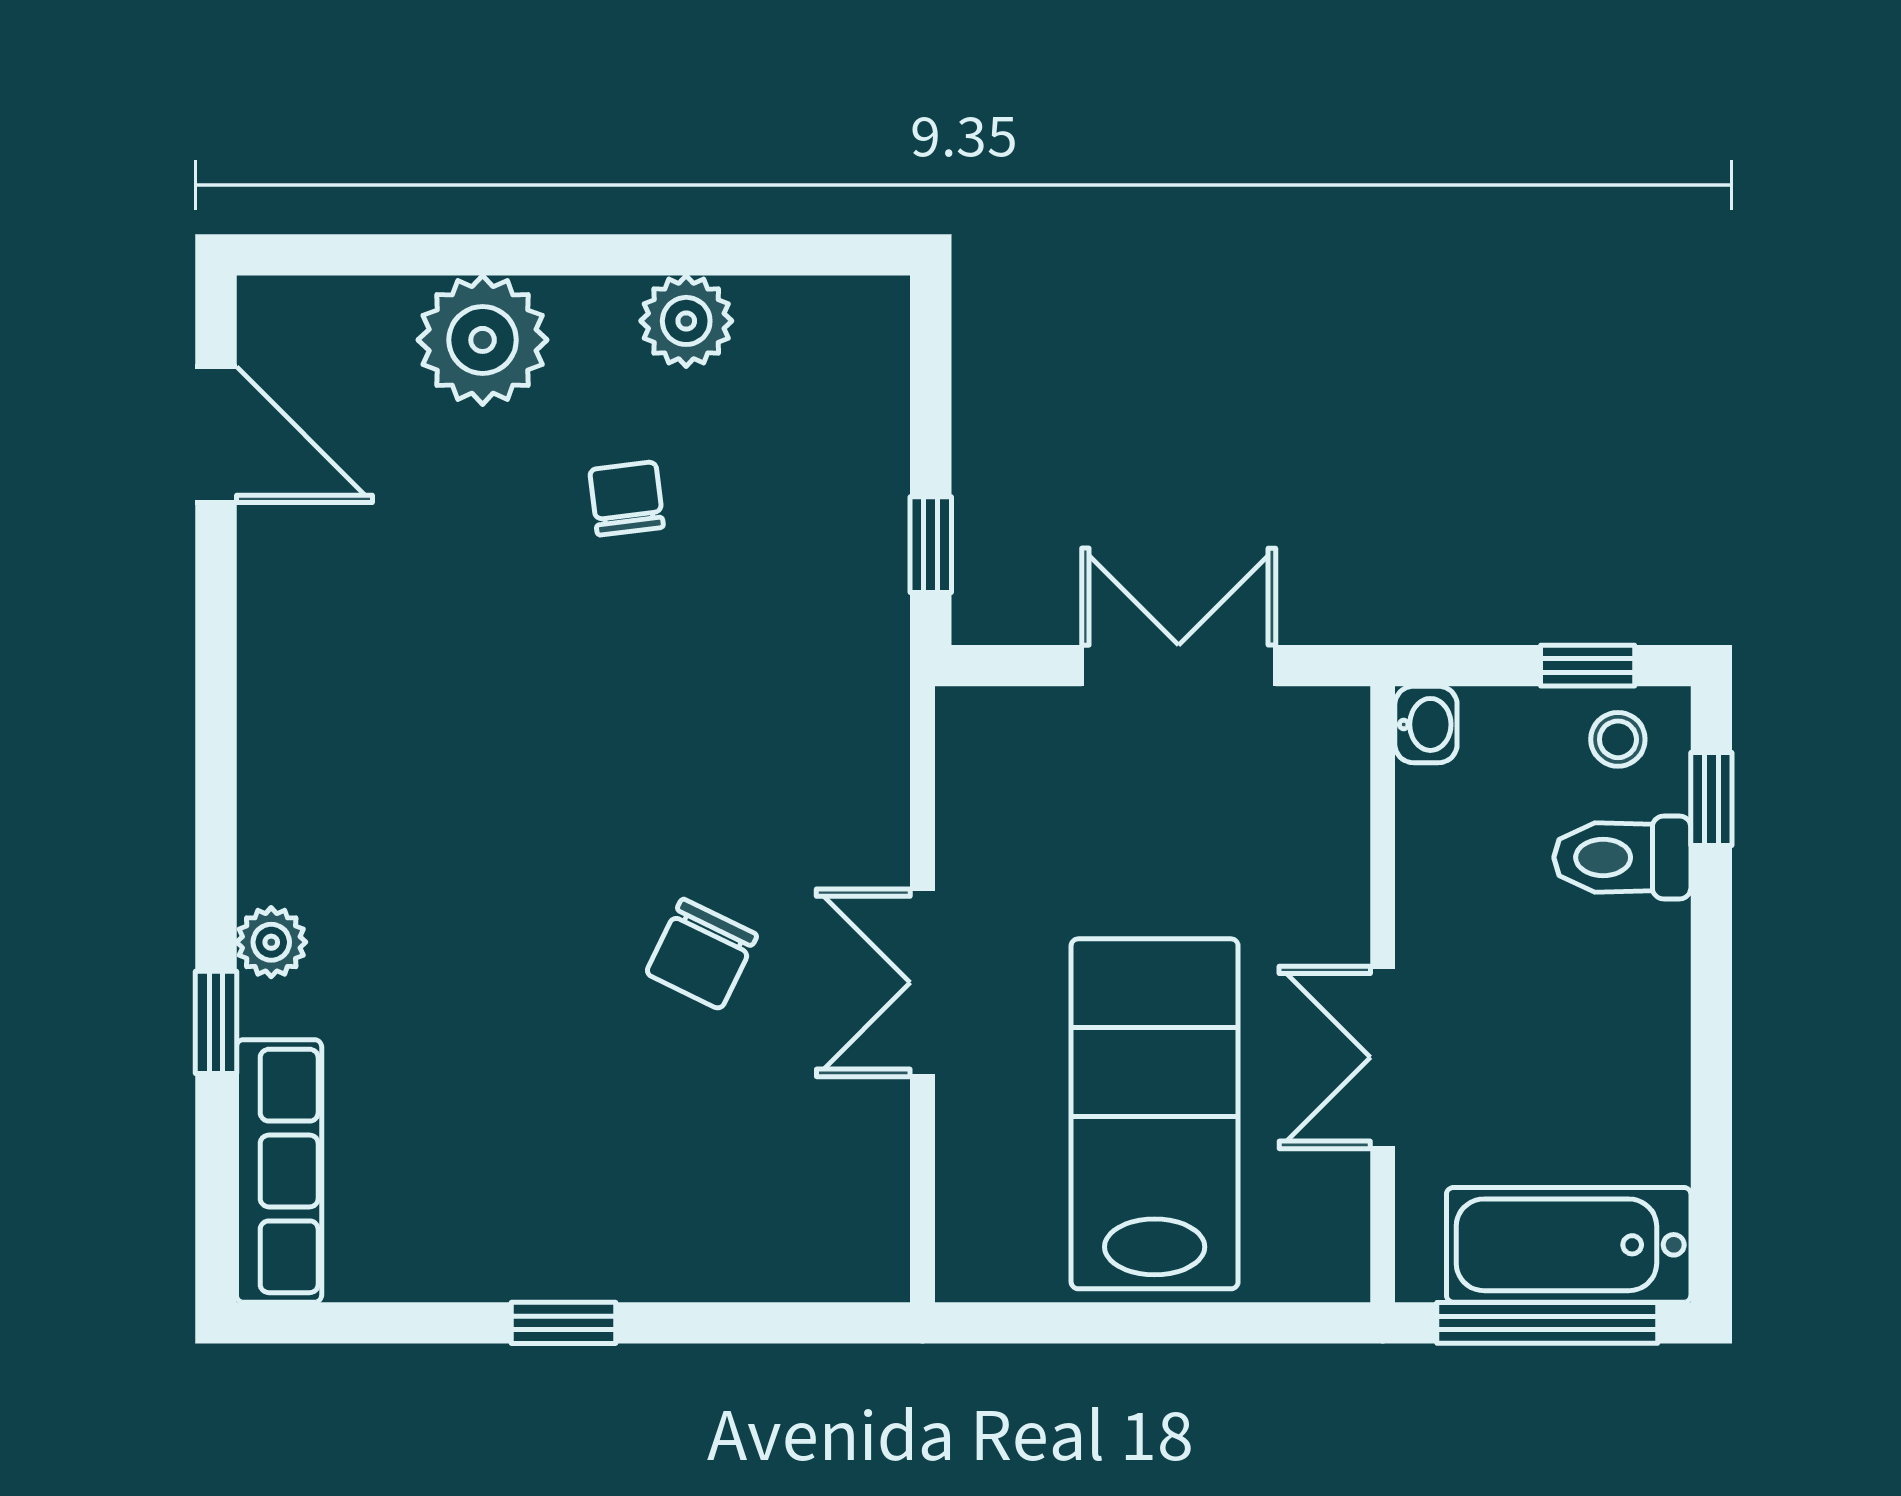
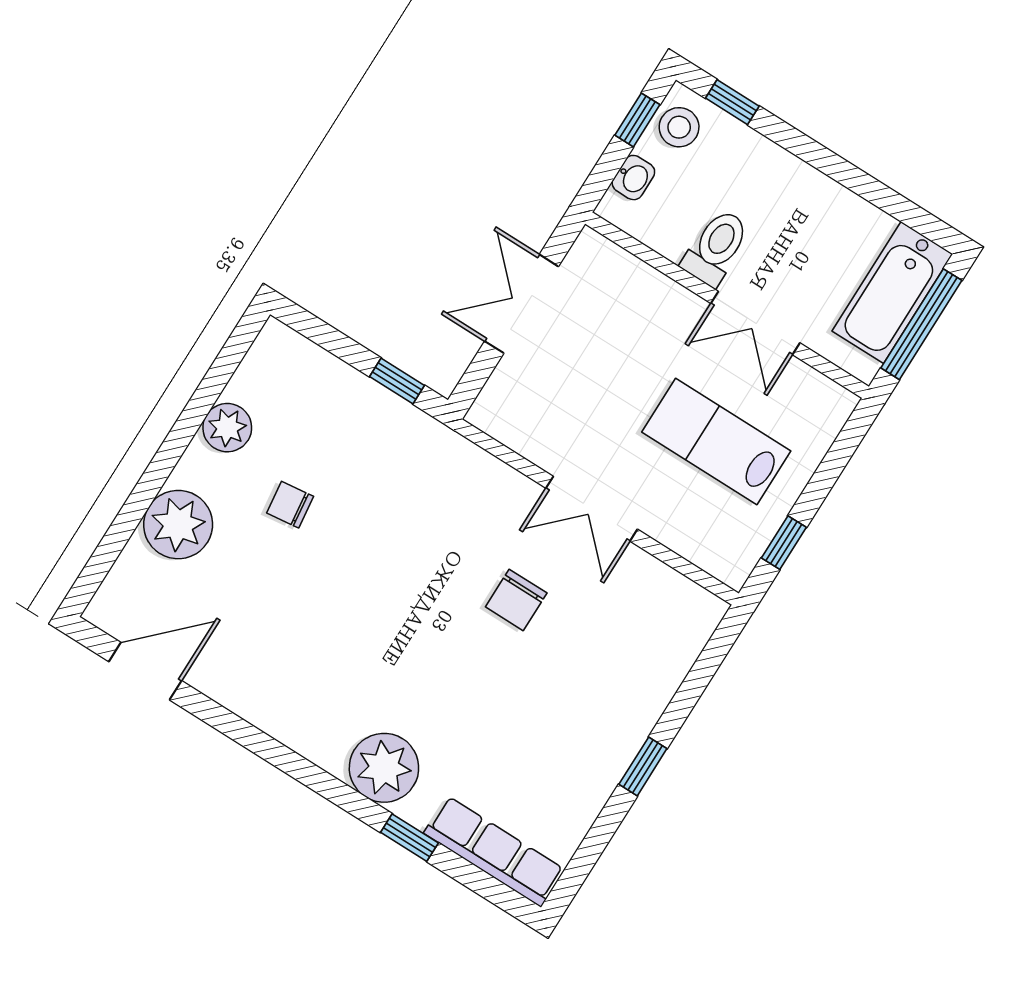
washbasin: (1426, 724) -> (633, 178), moved, turned 90
stool: (1618, 739) -> (679, 127), width x1.37, depth x1.37
toilet: (1622, 857) -> (716, 247), moved, turned 180
plant: (271, 942) -> (384, 768), width x1.88, depth x1.88
chair: (701, 954) -> (516, 600), turned 64
lab bench: (1155, 1114) -> (716, 442), width x0.73, depth x0.72
window: (1061, 1323) -> (784, 543), added

